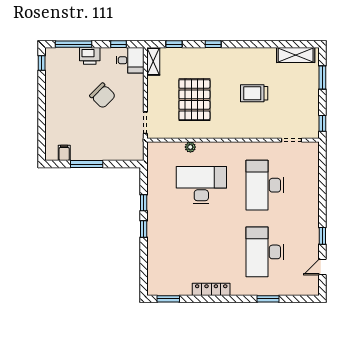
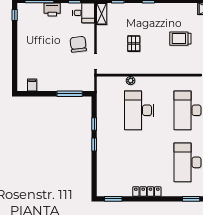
chair: (103, 96) -> (78, 44), moved, turned -142
pallet: (194, 100) -> (134, 44), width x0.49, depth x0.50
window: (87, 164) -> (70, 94), moved
desk: (201, 185) -> (139, 110), turned -90

